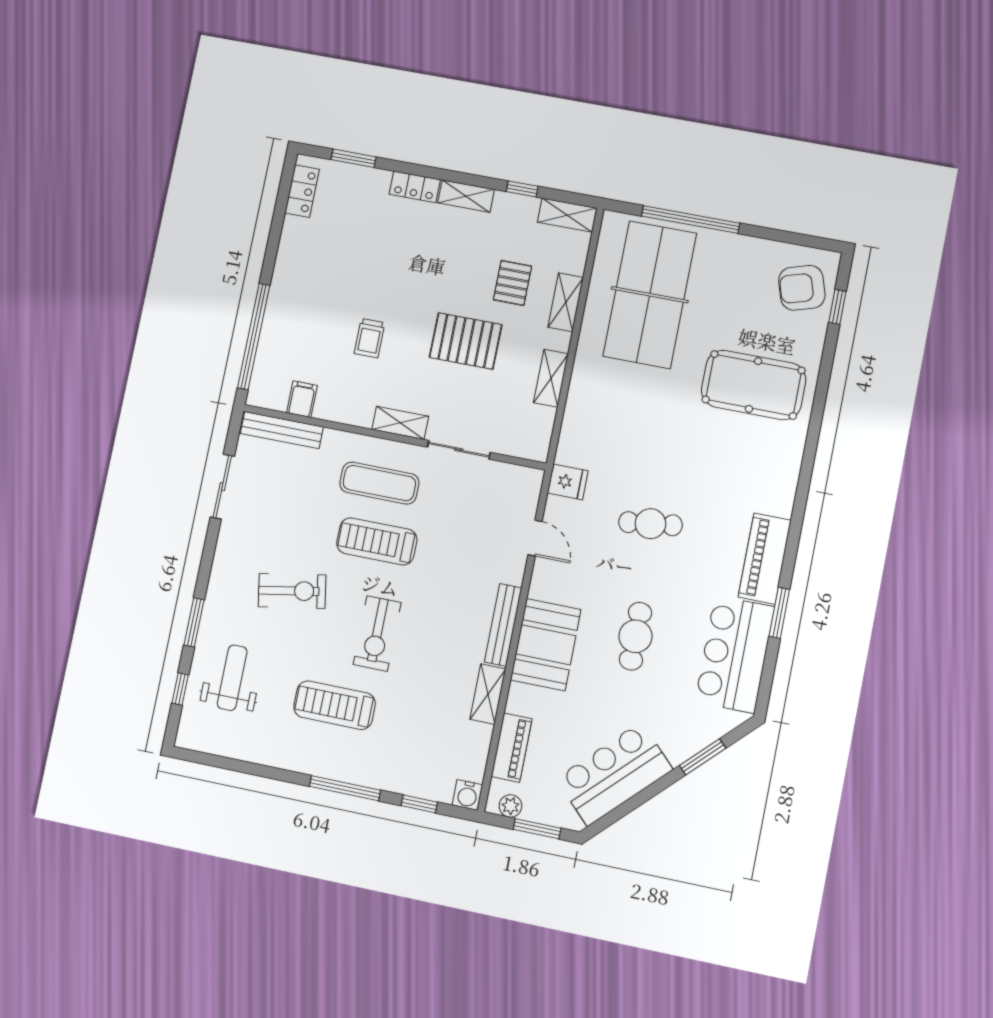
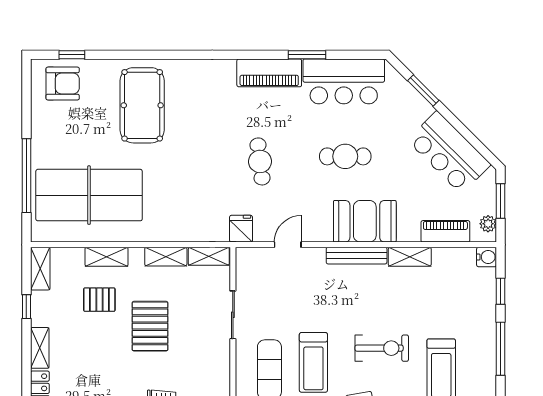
armchair: (802, 288) -> (63, 84), turned -73
shelving: (400, 423) -> (209, 256), moved, turned 90

